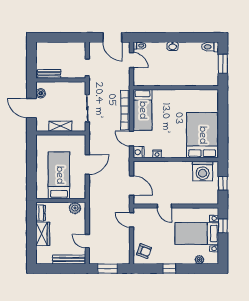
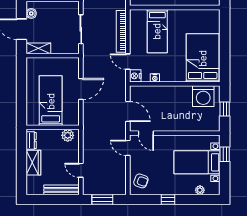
bed: (142, 110) -> (157, 31), moved
shelving: (60, 126) -> (38, 48), moved
door: (164, 206) -> (146, 133), moved

